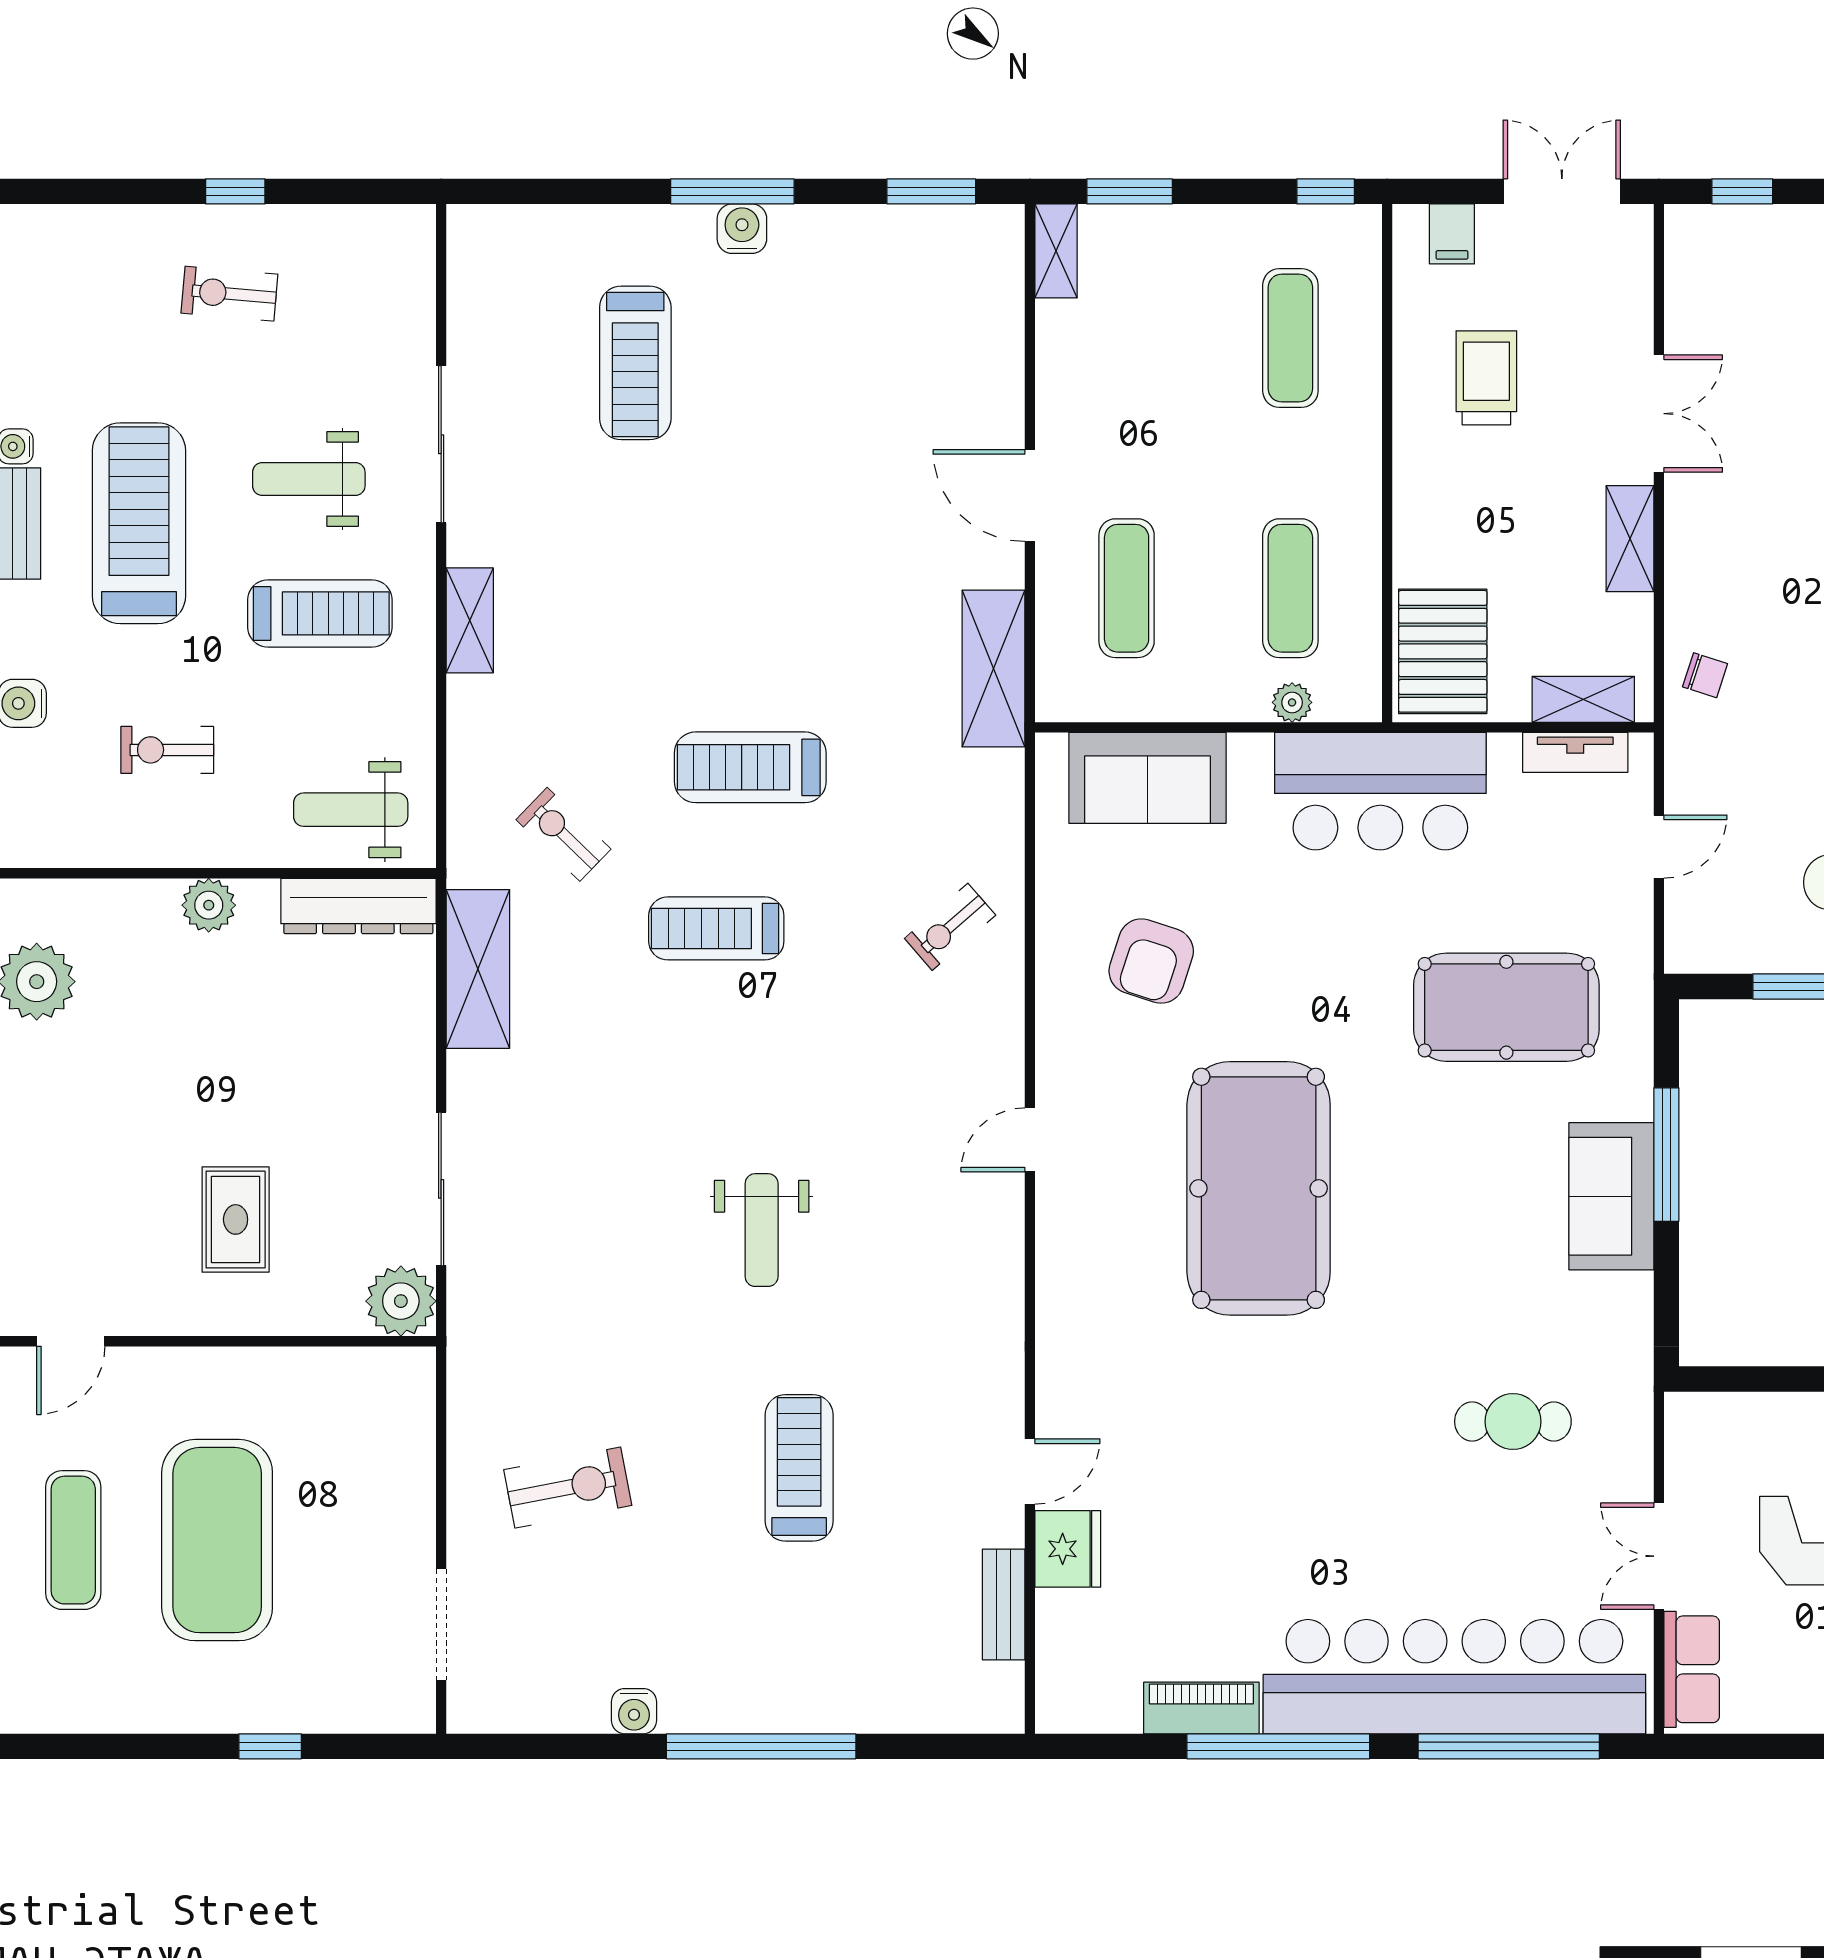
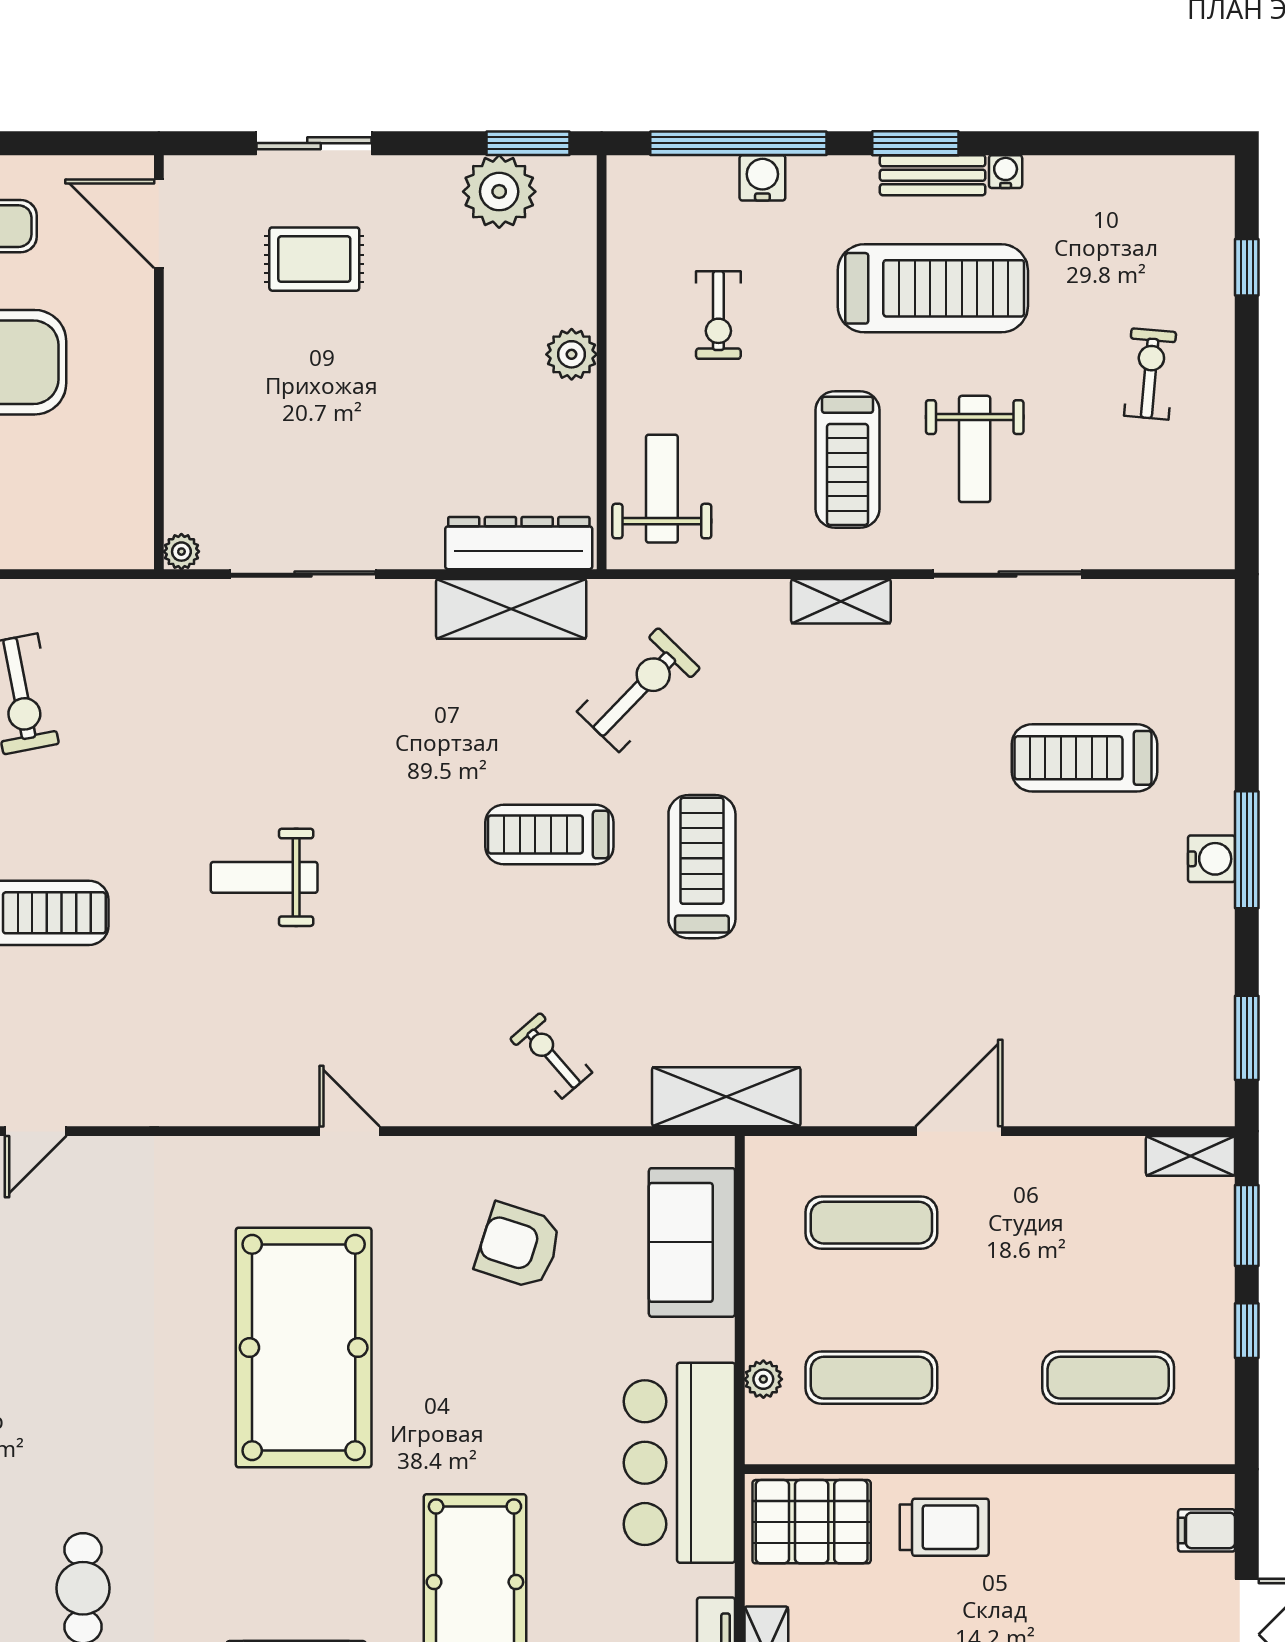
window: (235, 191) -> (1247, 267), moved
window: (1326, 191) -> (1247, 1331), moved
trolley: (1486, 378) -> (944, 1527), moved
weight bench: (309, 479) -> (975, 449), turned 180
shelving: (993, 669) -> (726, 1097), moved
exercise bike: (167, 750) -> (718, 315), turned 180
exercise bike: (563, 834) -> (639, 690), width x1.38, depth x1.39
dresser: (358, 906) -> (519, 543), moved, turned 90
treadmill: (716, 928) -> (549, 834), turned -90
pool table: (1259, 1188) -> (304, 1348), turned 90
rug: (236, 1219) -> (314, 259), moved
plant: (401, 1301) -> (181, 552), width x0.53, depth x0.53
door: (71, 1341) -> (159, 224), width x1.37
door: (1030, 1472) -> (36, 1131), hinge flipped

